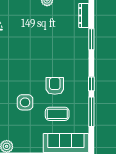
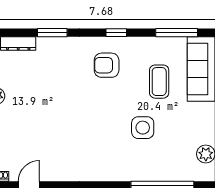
armchair: (55, 86) -> (107, 65), moved
window: (91, 112) -> (177, 33), moved

